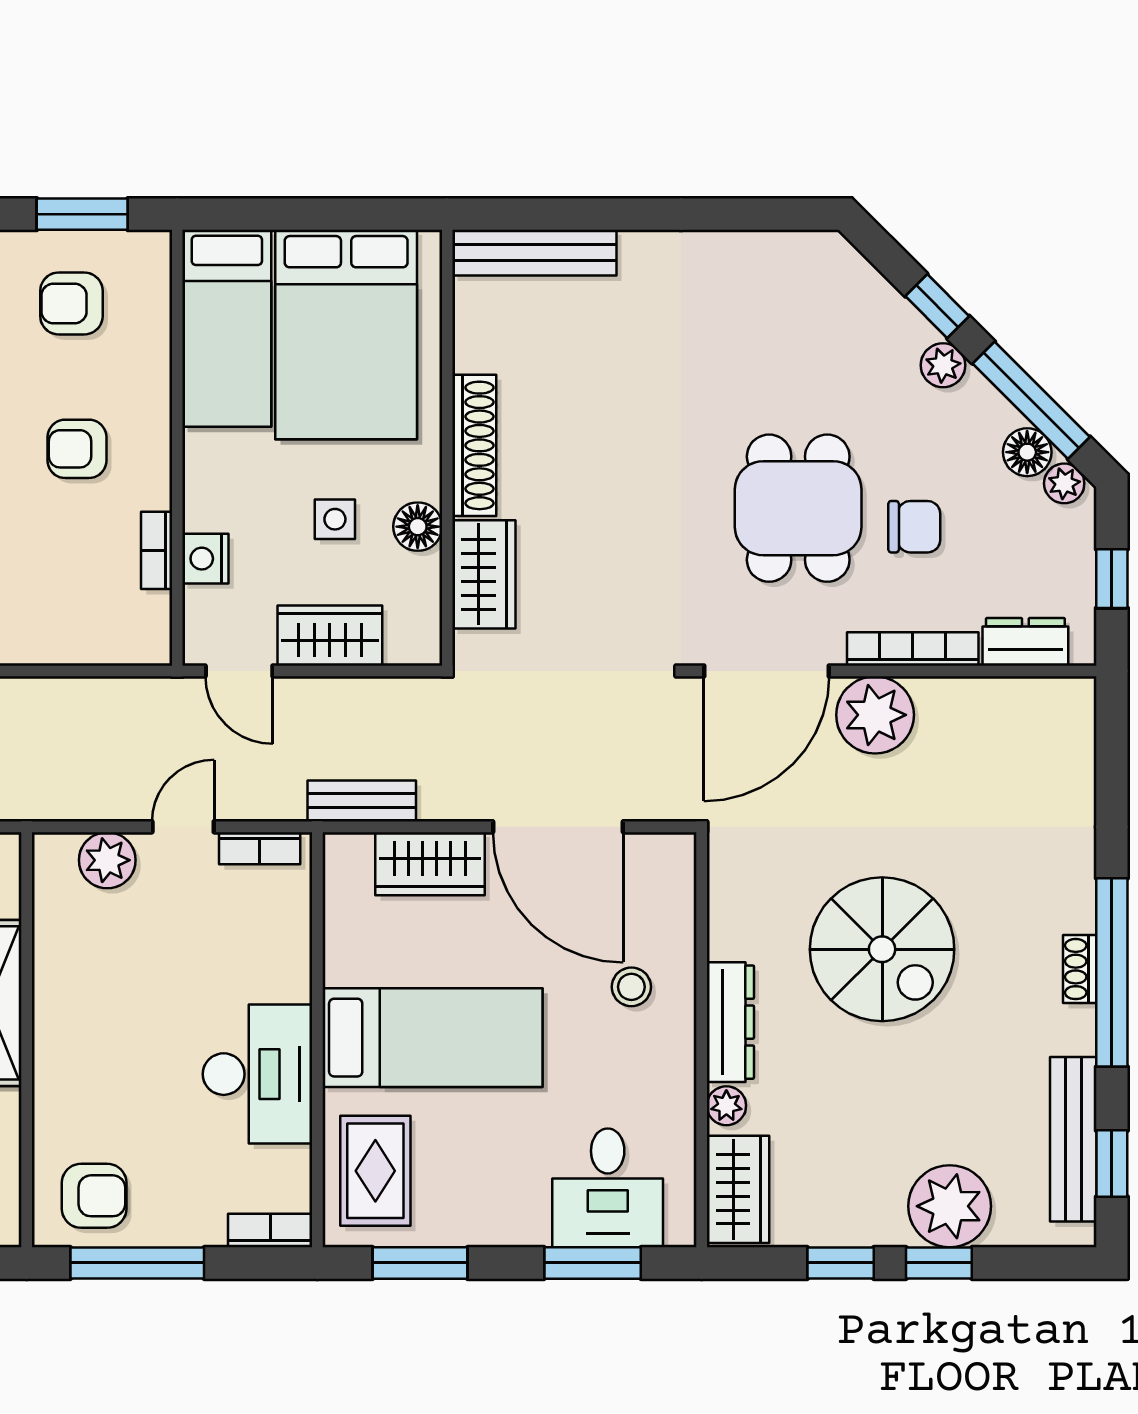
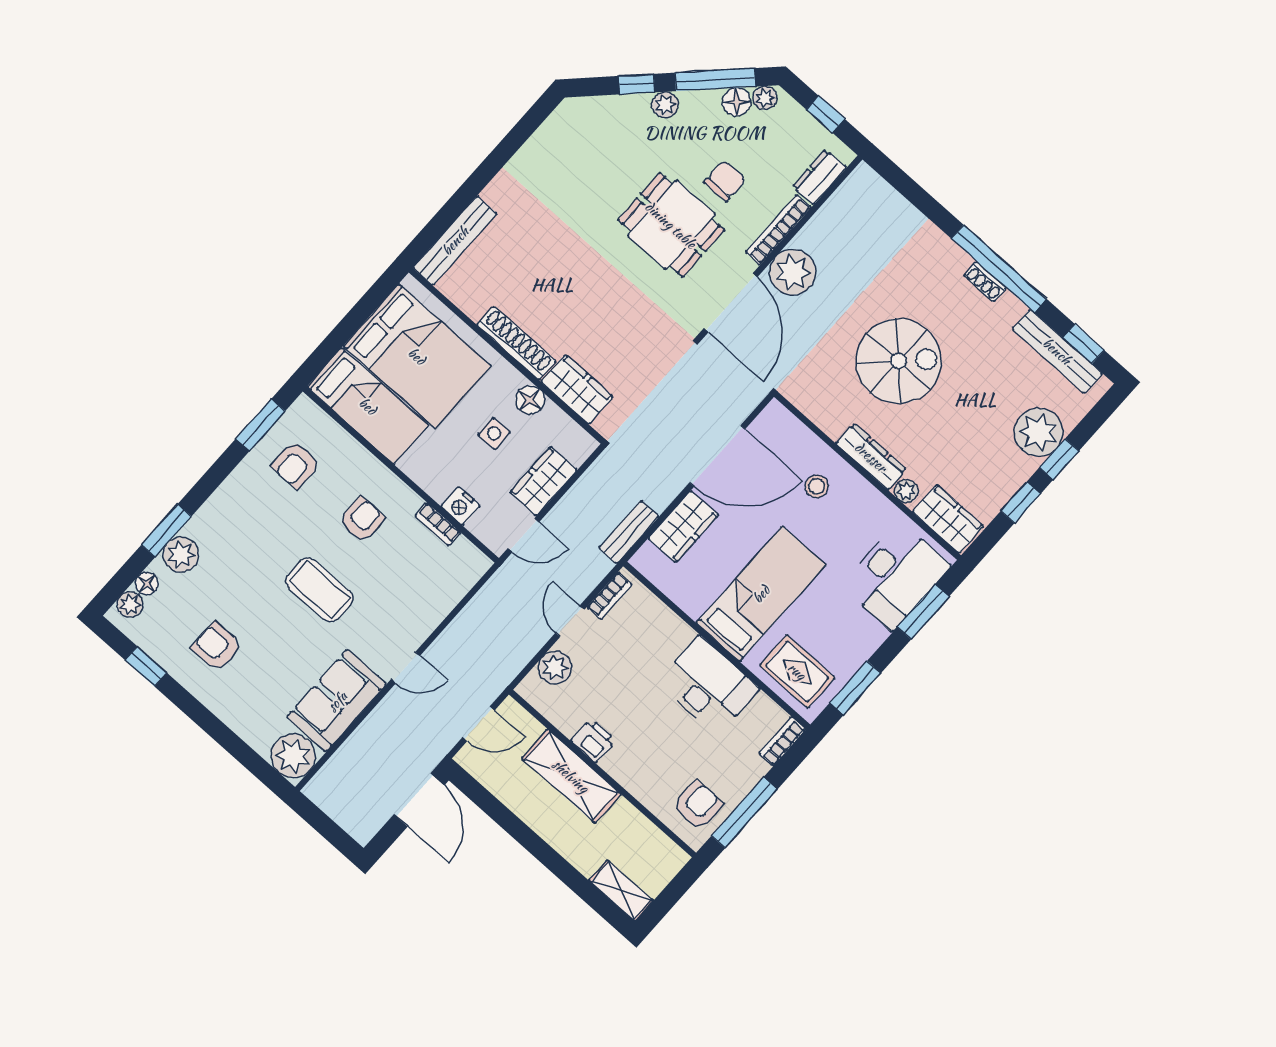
armchair: (77, 449) -> (362, 519), turned 180
printer: (58, 991) -> (593, 740), added
desk: (608, 1188) -> (896, 576), width x1.37

